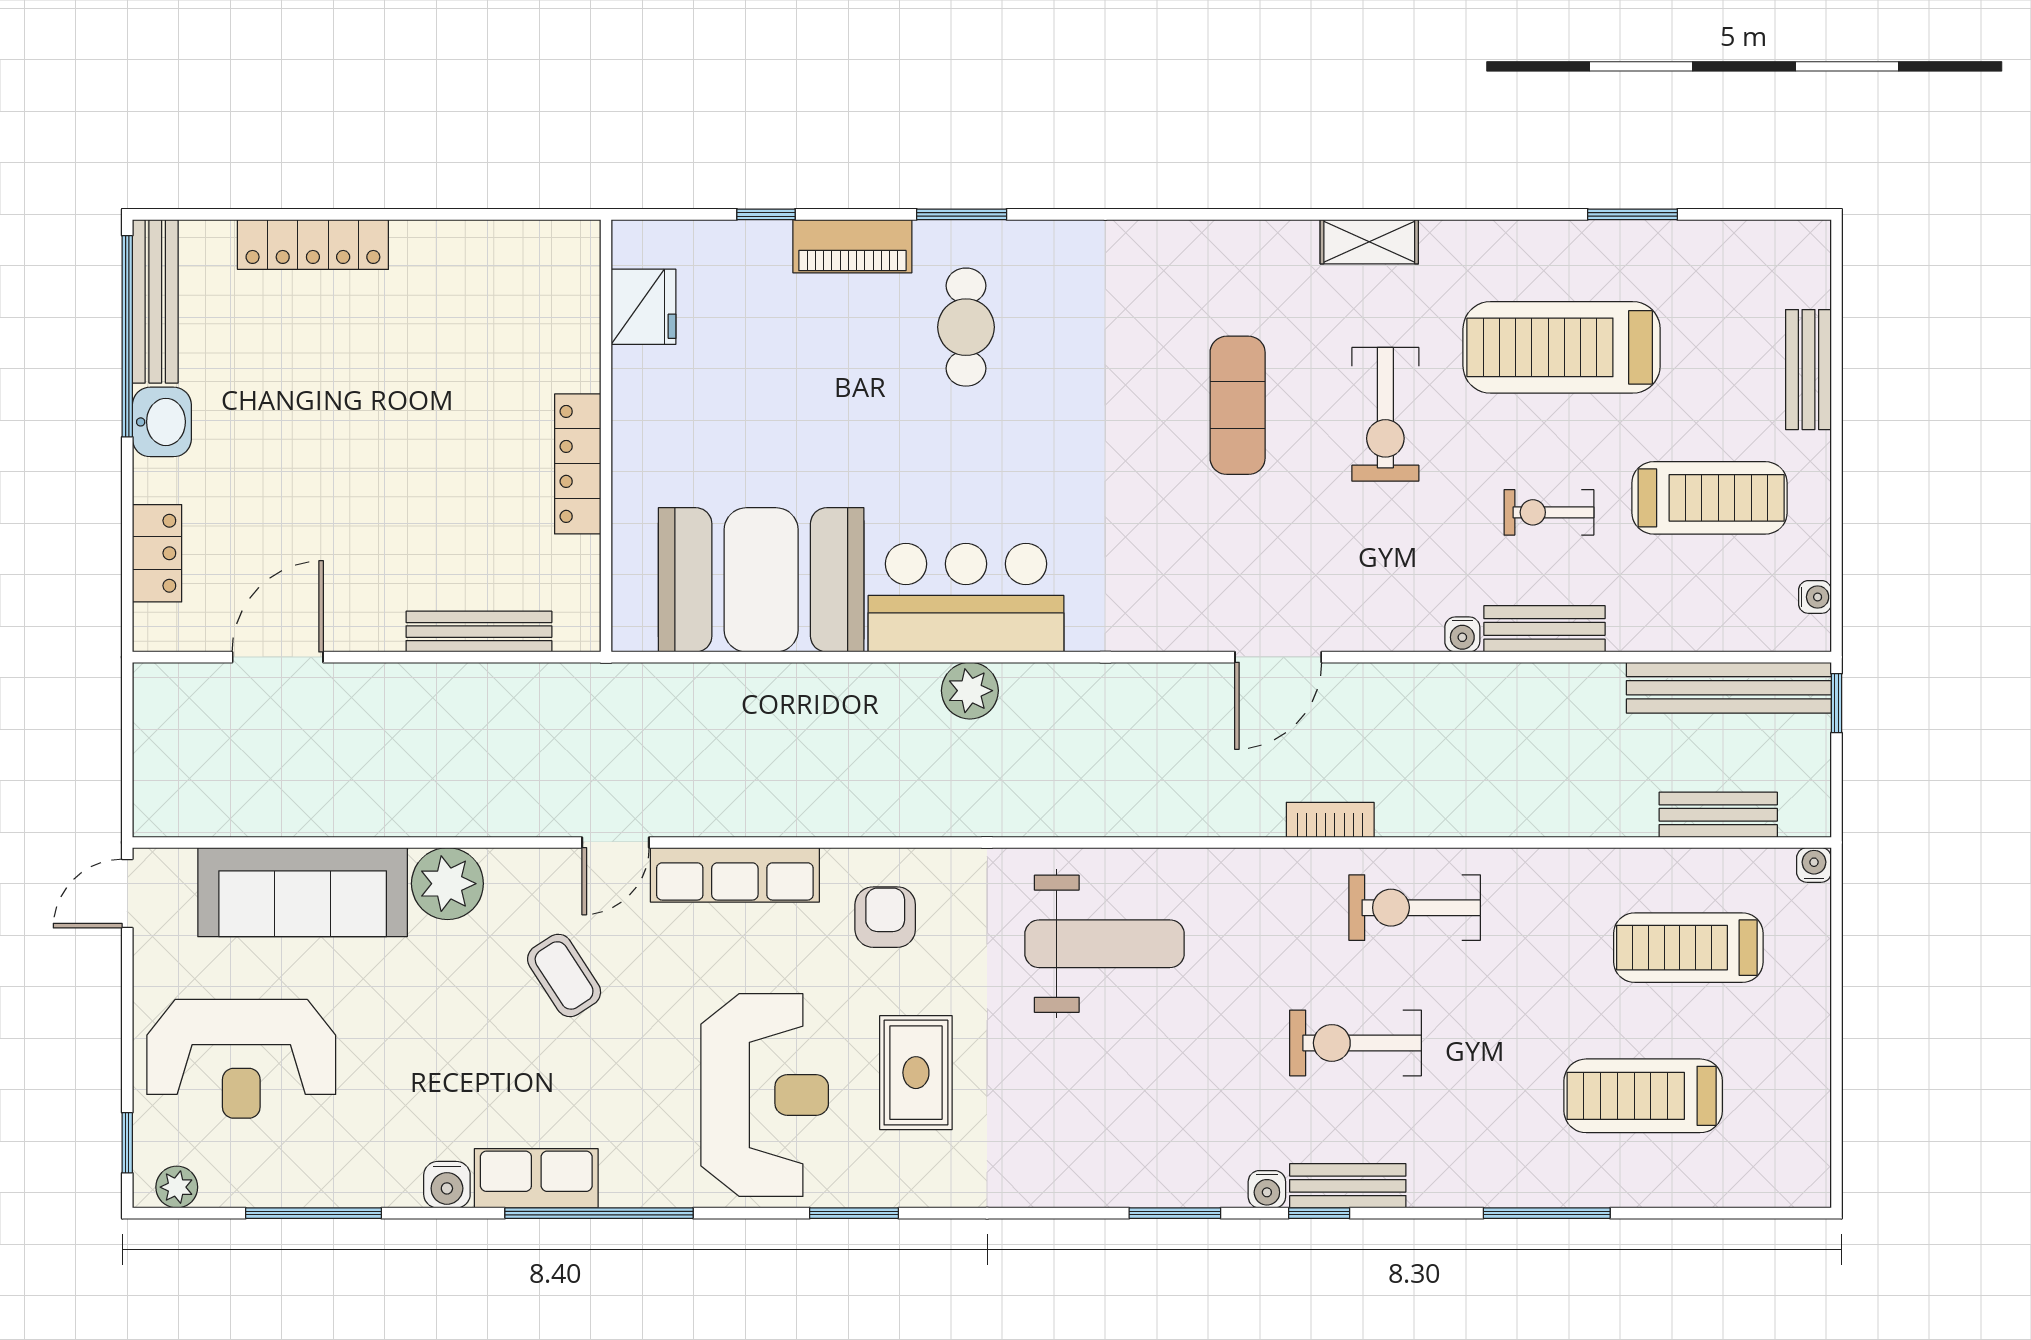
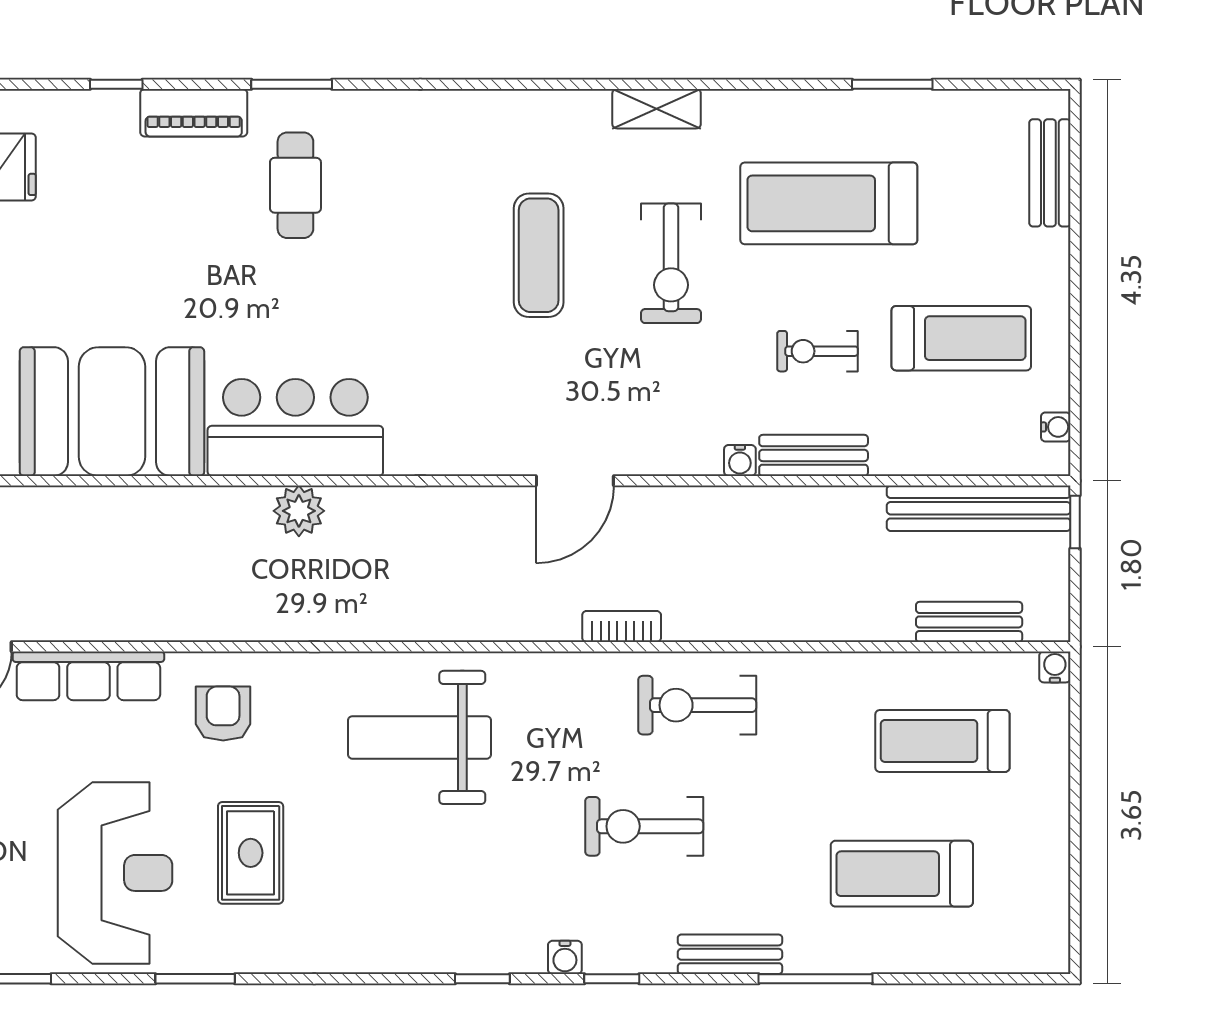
bench: (1808, 370) -> (1050, 173), moved
weight bench: (1105, 944) -> (419, 737), turned 180
bench: (1348, 1186) -> (730, 954), moved
window: (1175, 1213) -> (482, 979), width x0.67

